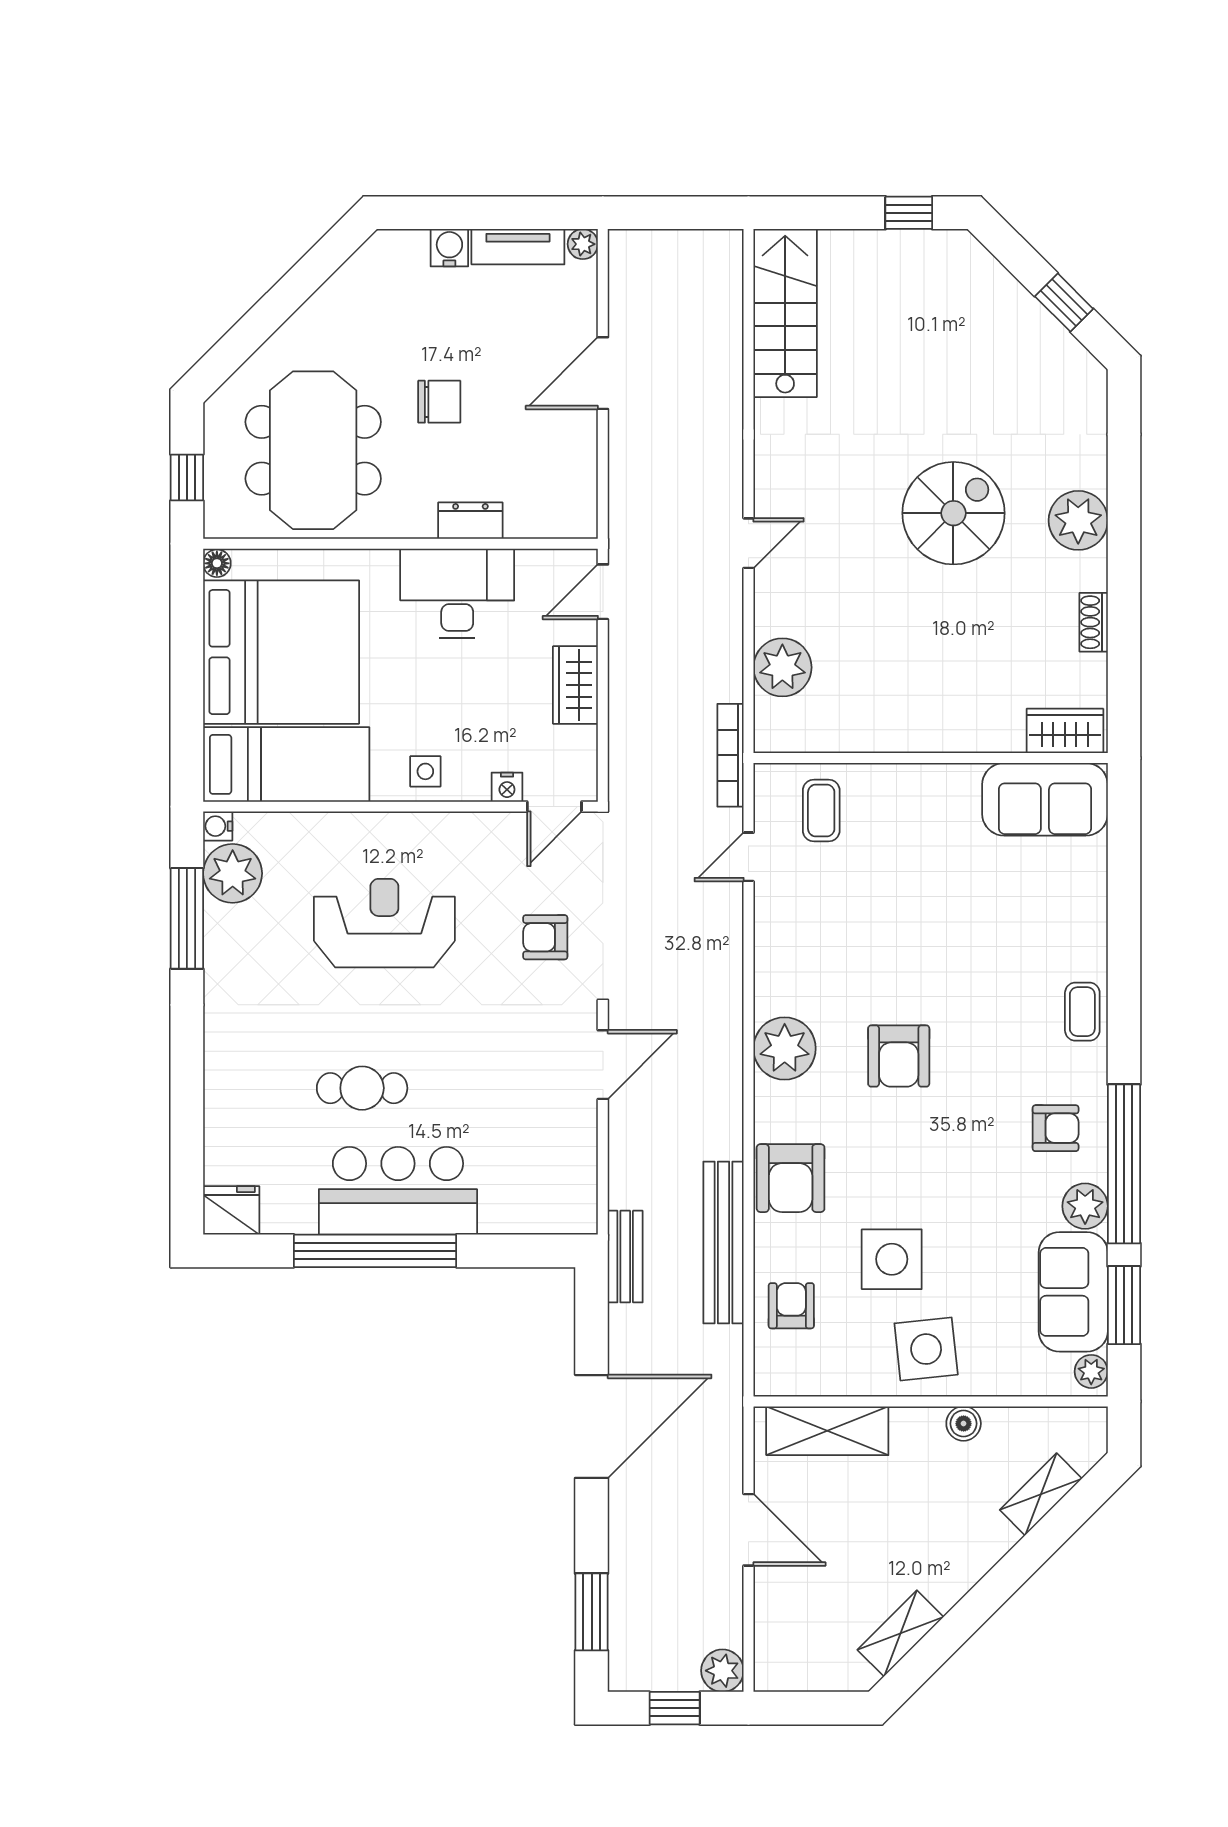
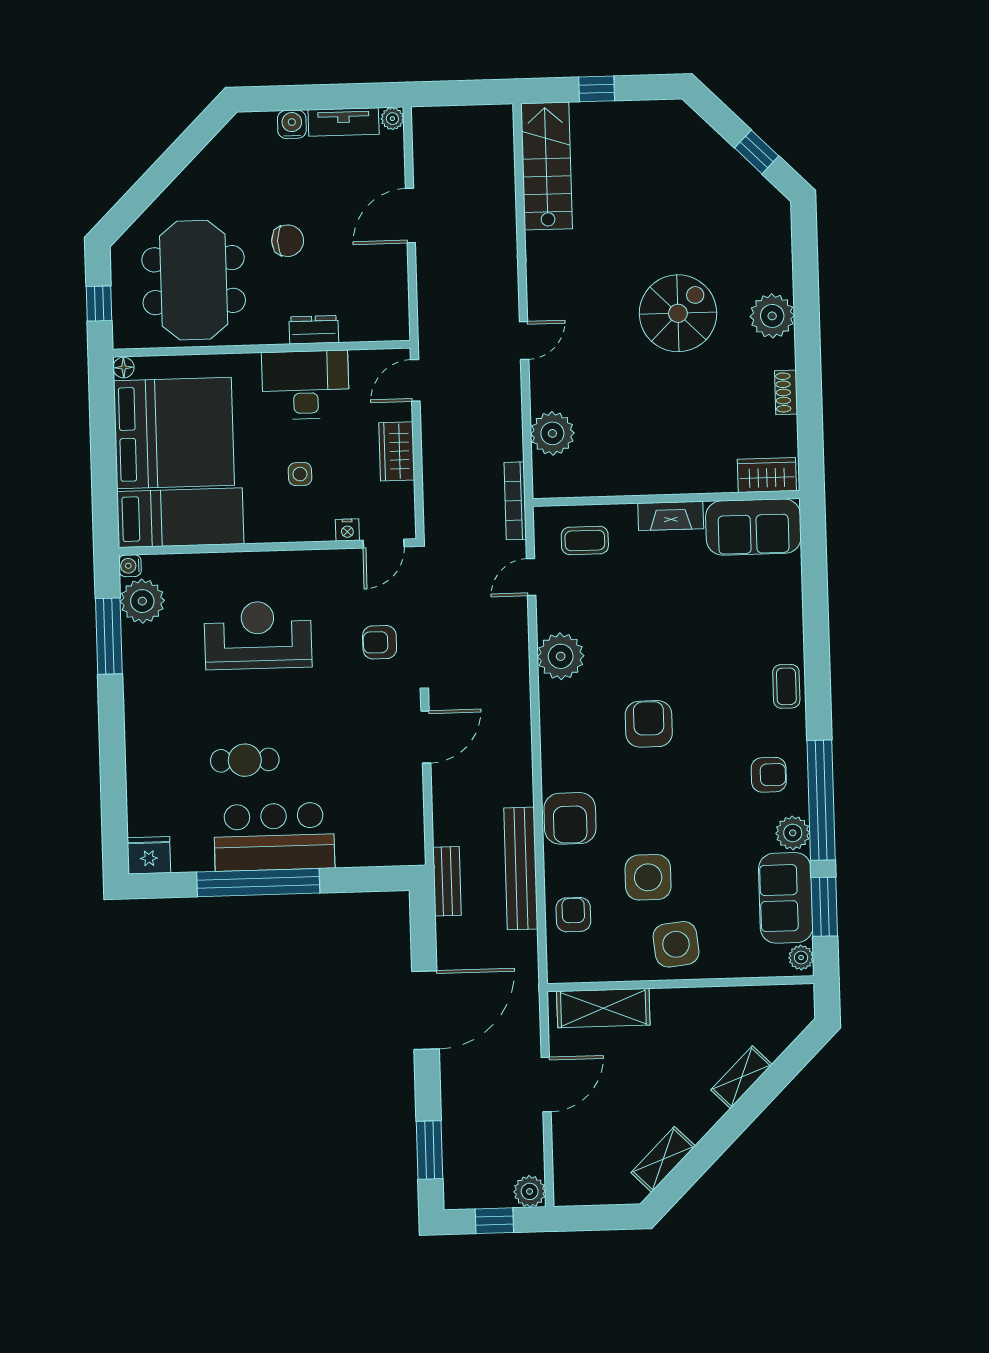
window: (909, 213) -> (597, 89), moved
side table: (425, 771) -> (300, 474), moved
fireplace: (936, 781) -> (671, 516), added
coffee table: (821, 810) -> (585, 540), turned 90
plant: (785, 1048) -> (561, 656), moved
armchair: (899, 1056) -> (649, 724), turned 180
boiler: (964, 1424) -> (706, 1000), removed
shelving: (1041, 1494) -> (741, 1077), moved
door: (748, 1530) -> (546, 1085), hinge flipped

